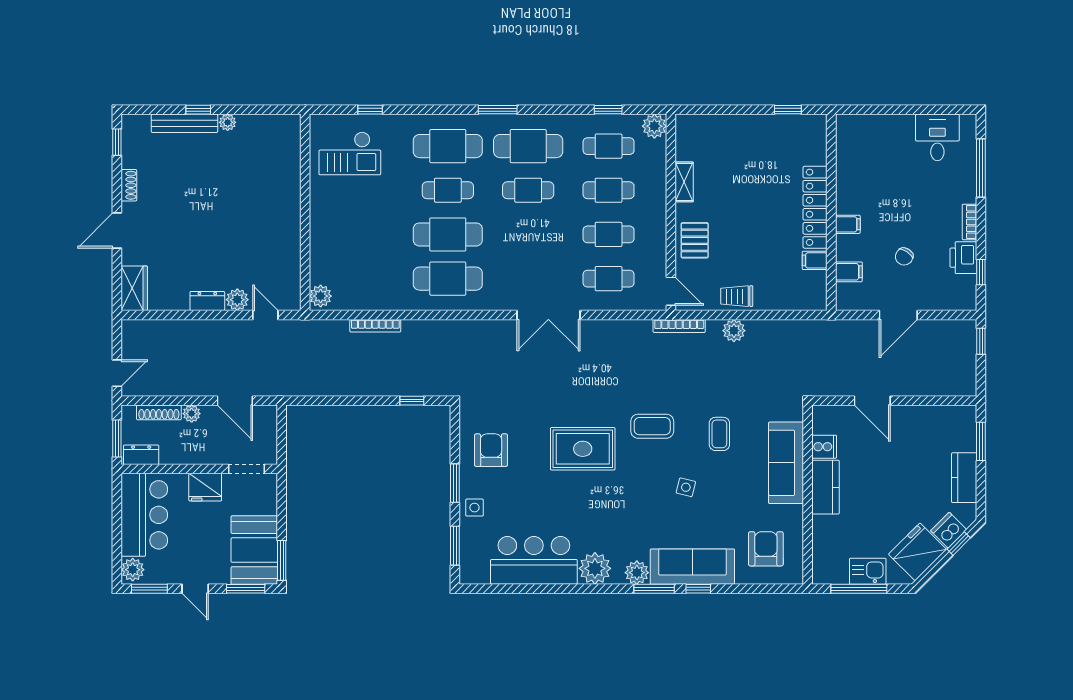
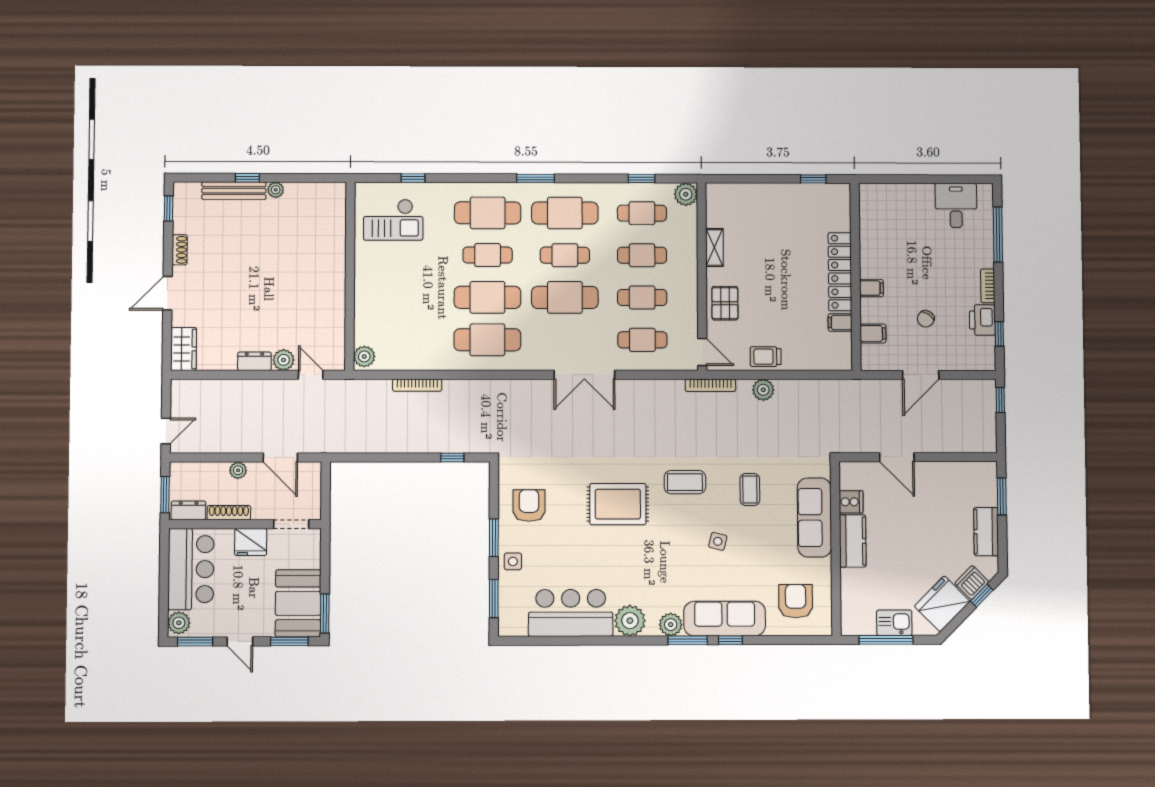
cafe table: (528, 234) -> (565, 297), added
shoe rack: (159, 412) -> (229, 513), moved, turned 180

